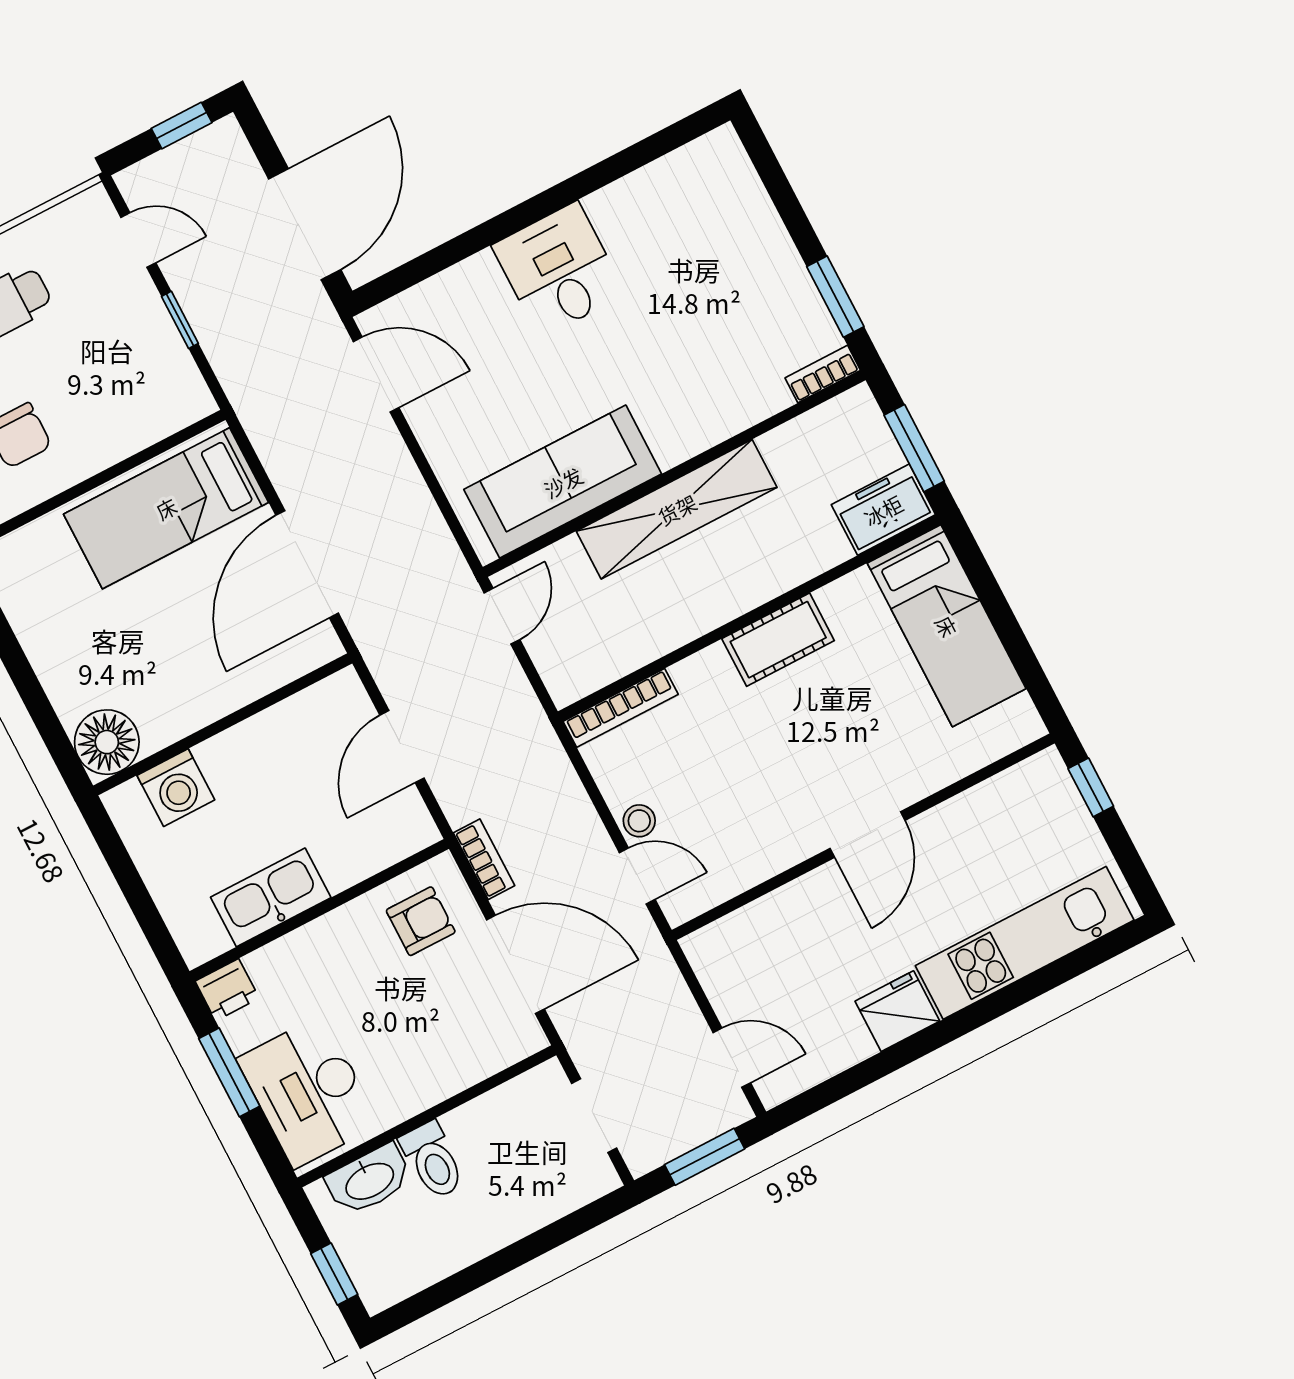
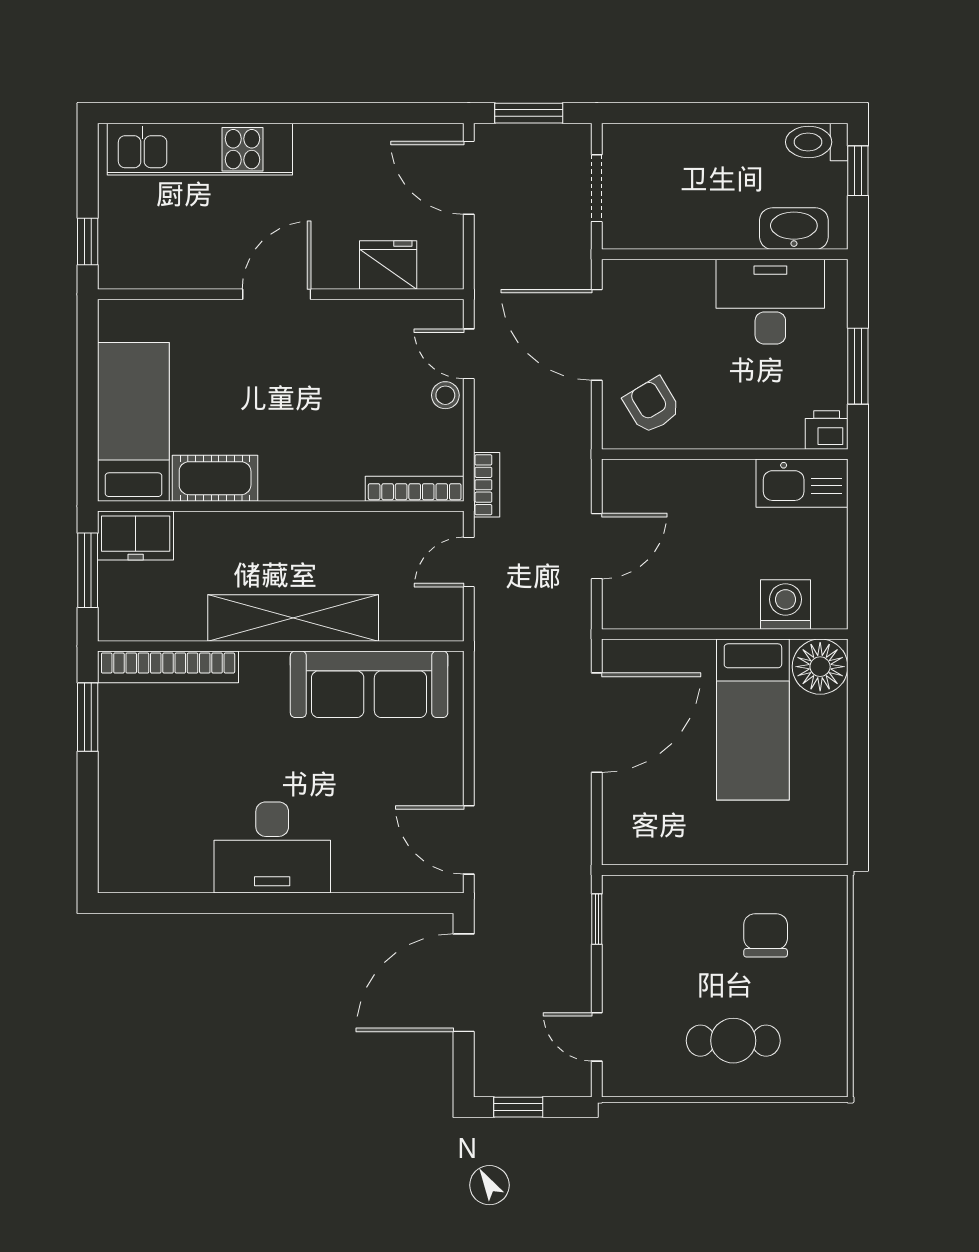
desk: (559, 270) -> (272, 847), width x1.37
window: (180, 320) -> (597, 919), moved
bookcase: (823, 374) -> (168, 667), width x2.31, depth x1.31
bed: (166, 508) -> (753, 719), moved, turned 90
door: (502, 616) -> (469, 562), moved
cot: (778, 640) -> (215, 478), moved
bookcase: (484, 859) -> (487, 485), moved, turned 180
kitchen sink: (271, 897) -> (802, 483), moved
armchair: (421, 921) -> (652, 405), turned 59
fridge: (897, 1011) -> (388, 265), moved, turned 180
door: (732, 1058) -> (469, 178), width x1.38
desk: (308, 1092) -> (770, 302), moved, turned -90
toilet: (433, 1160) -> (817, 142), moved, turned -90

